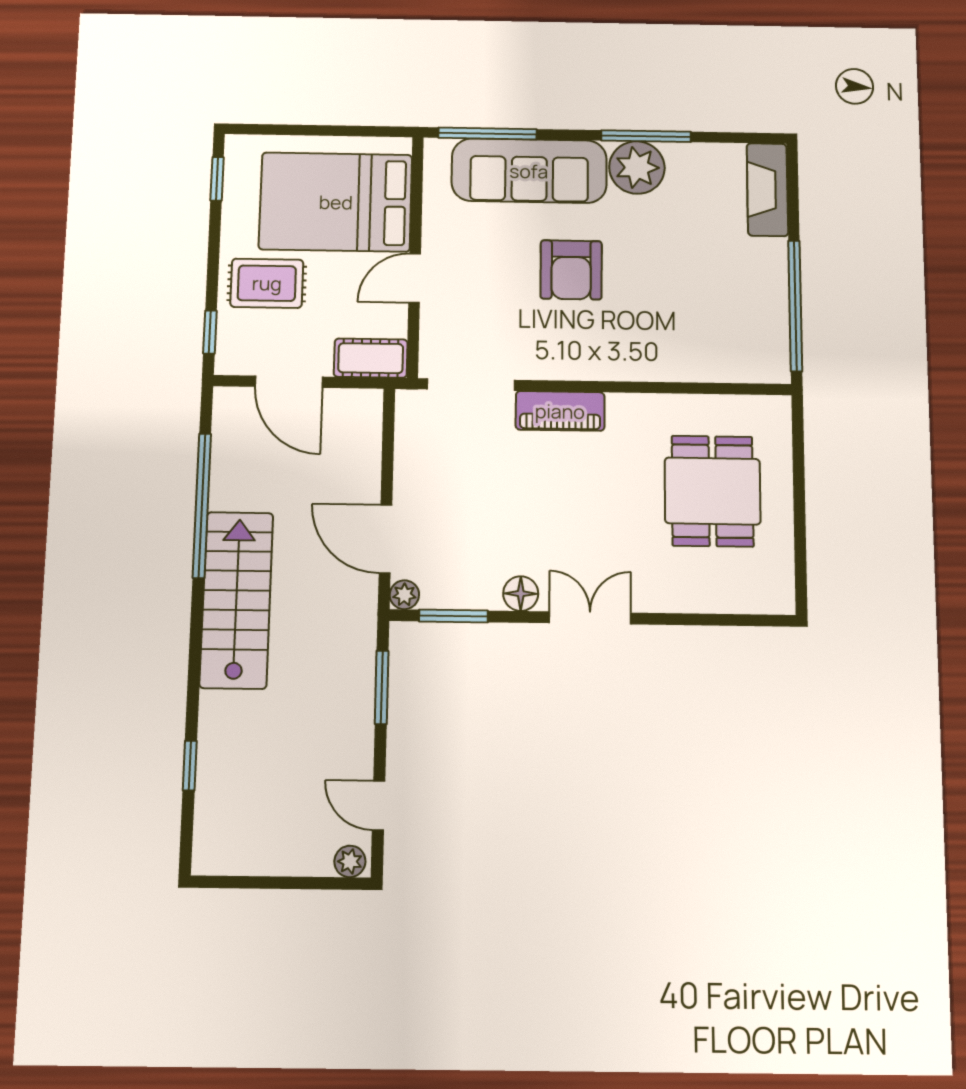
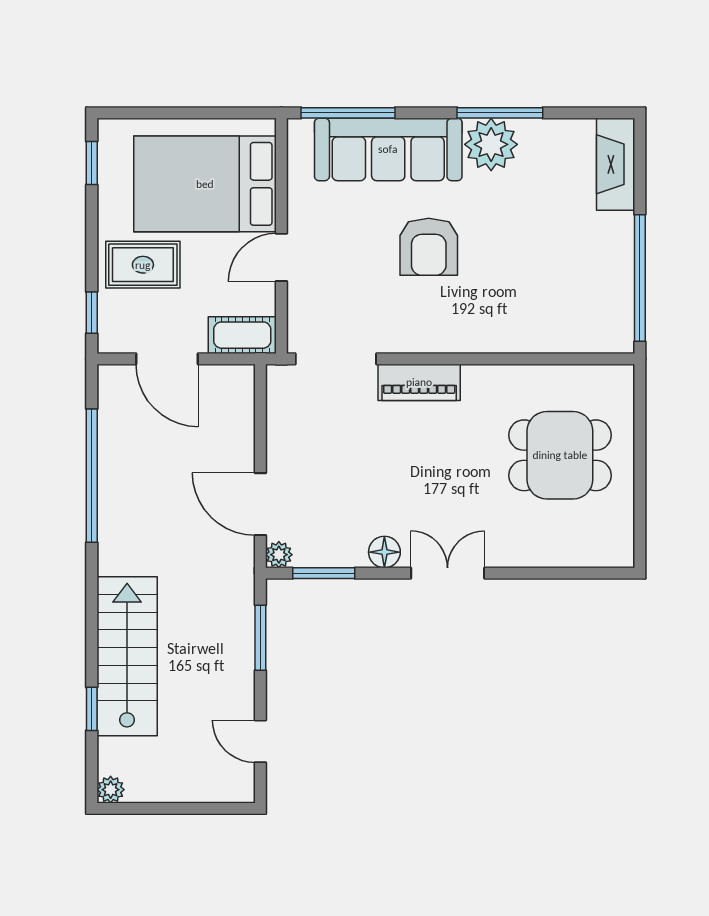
dining table: (712, 491) -> (560, 455), turned 90
stairs: (236, 600) -> (127, 656), moved
plant: (350, 861) -> (111, 790), moved

